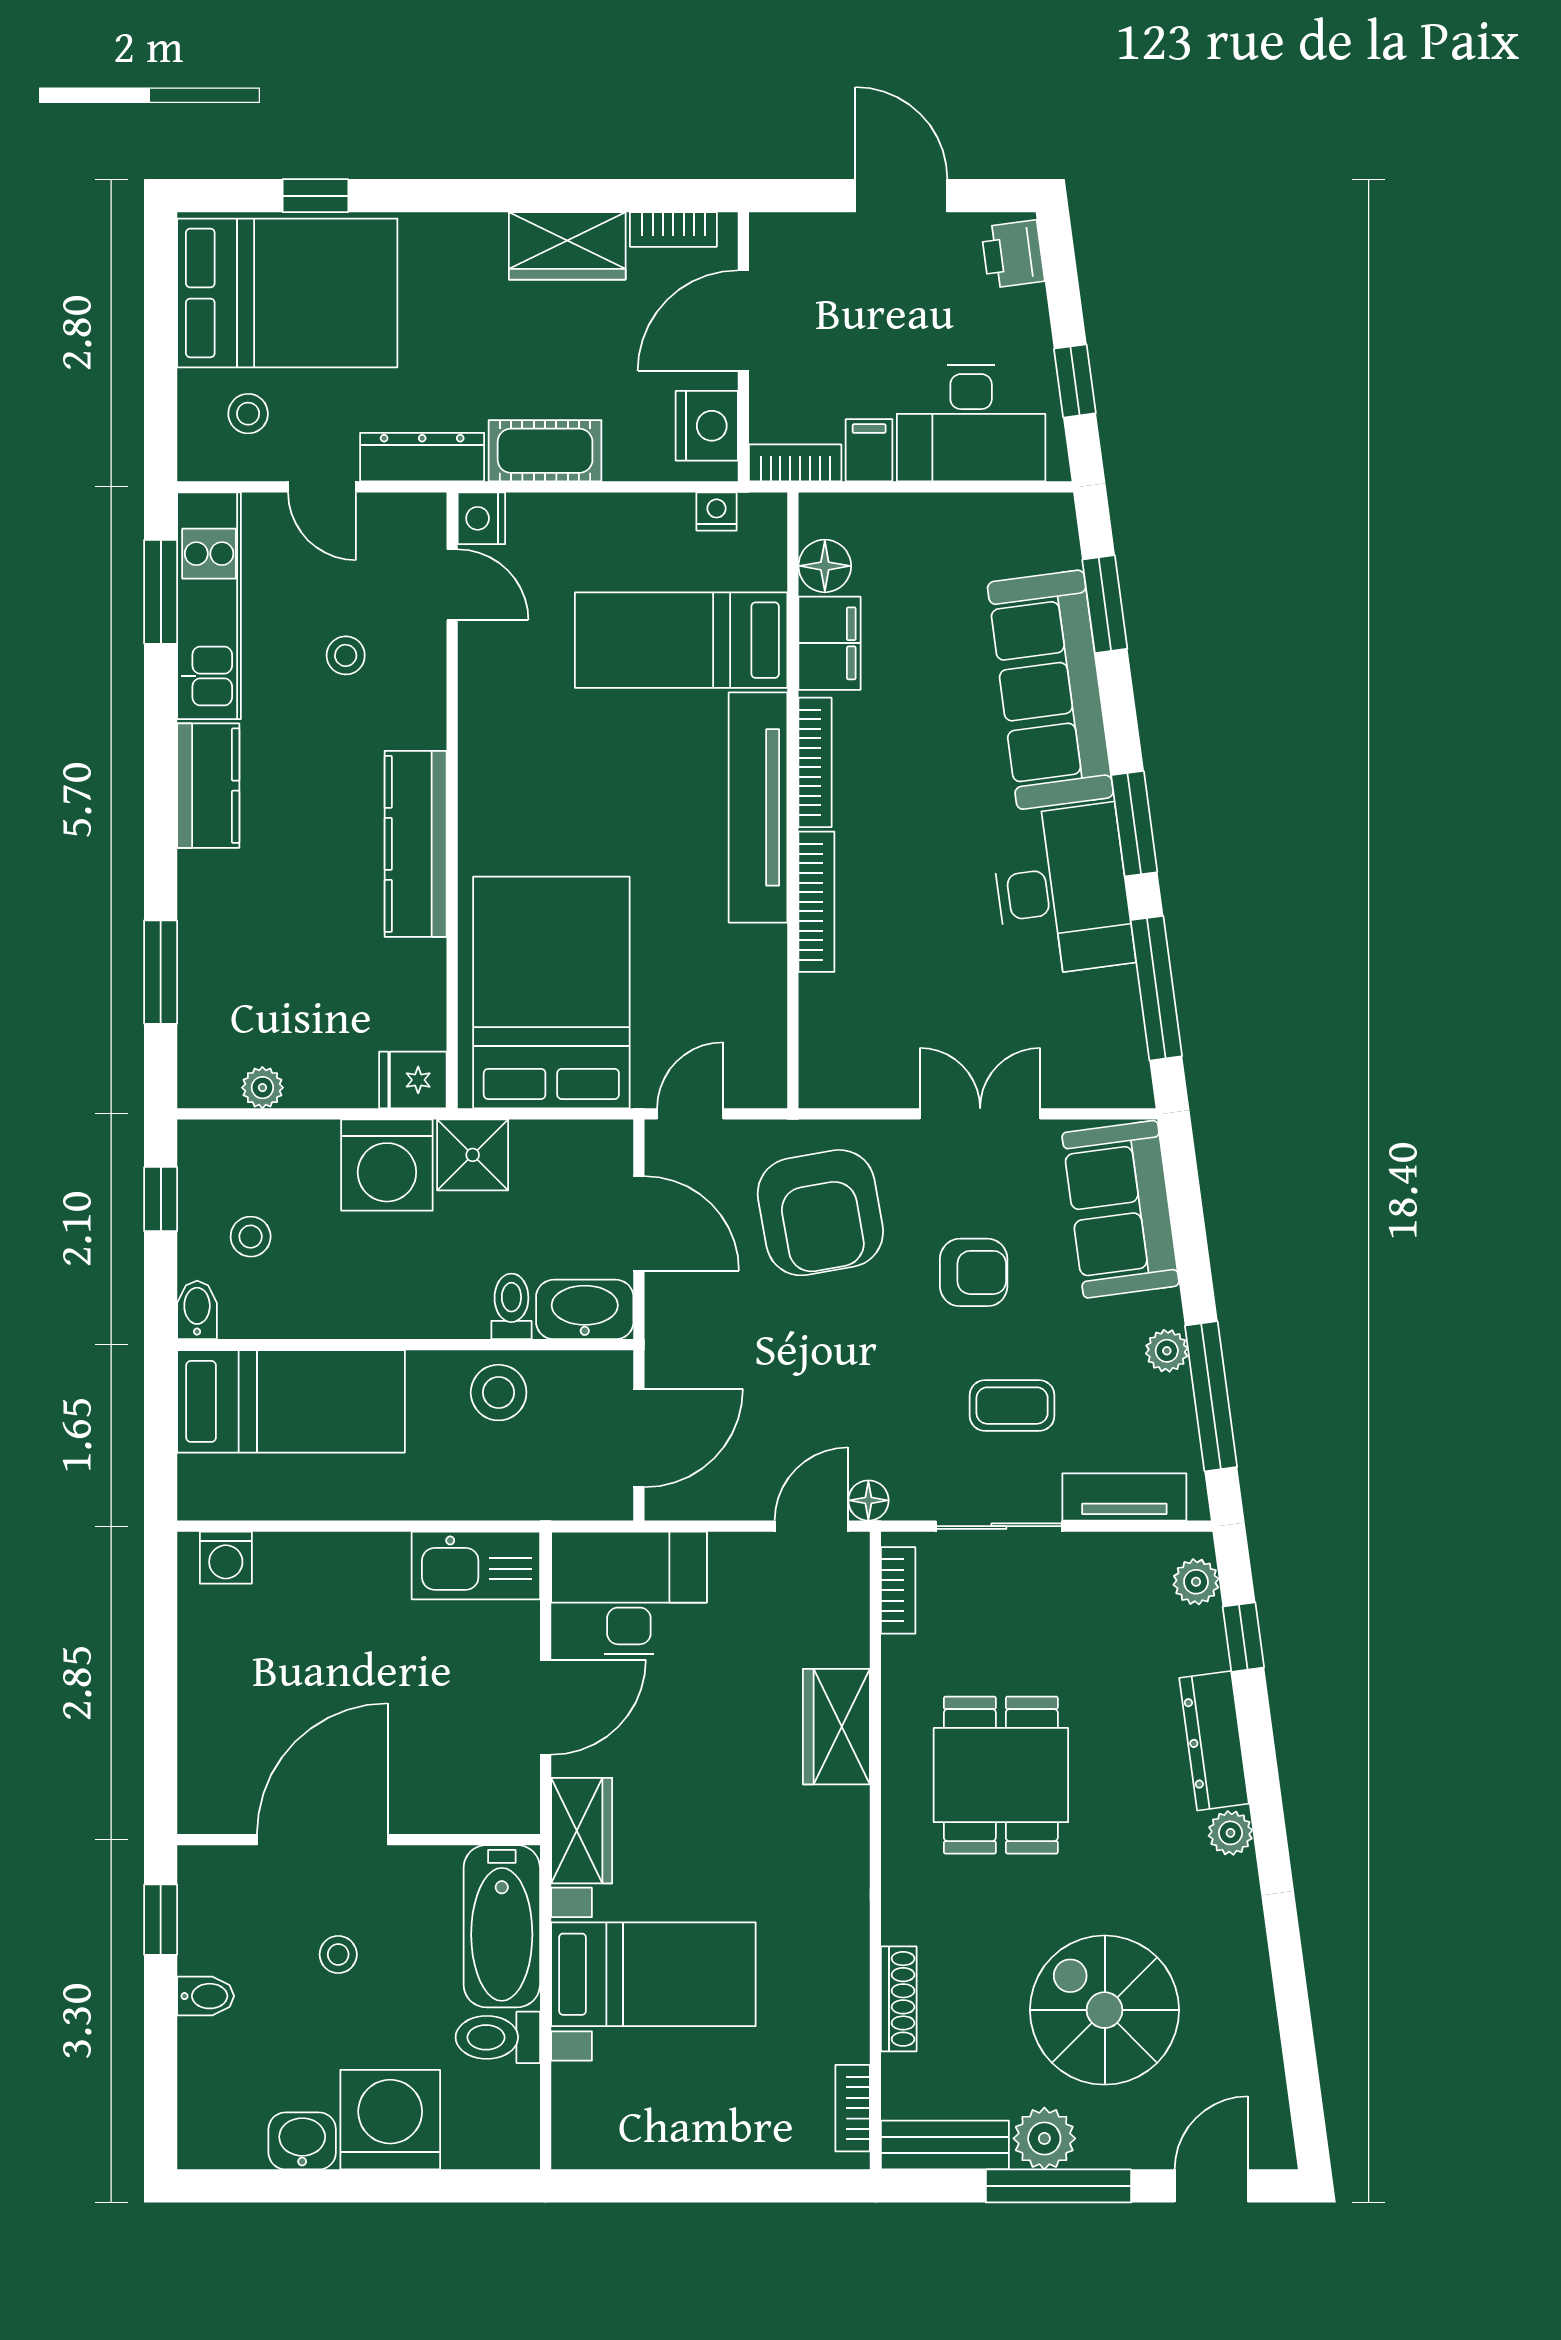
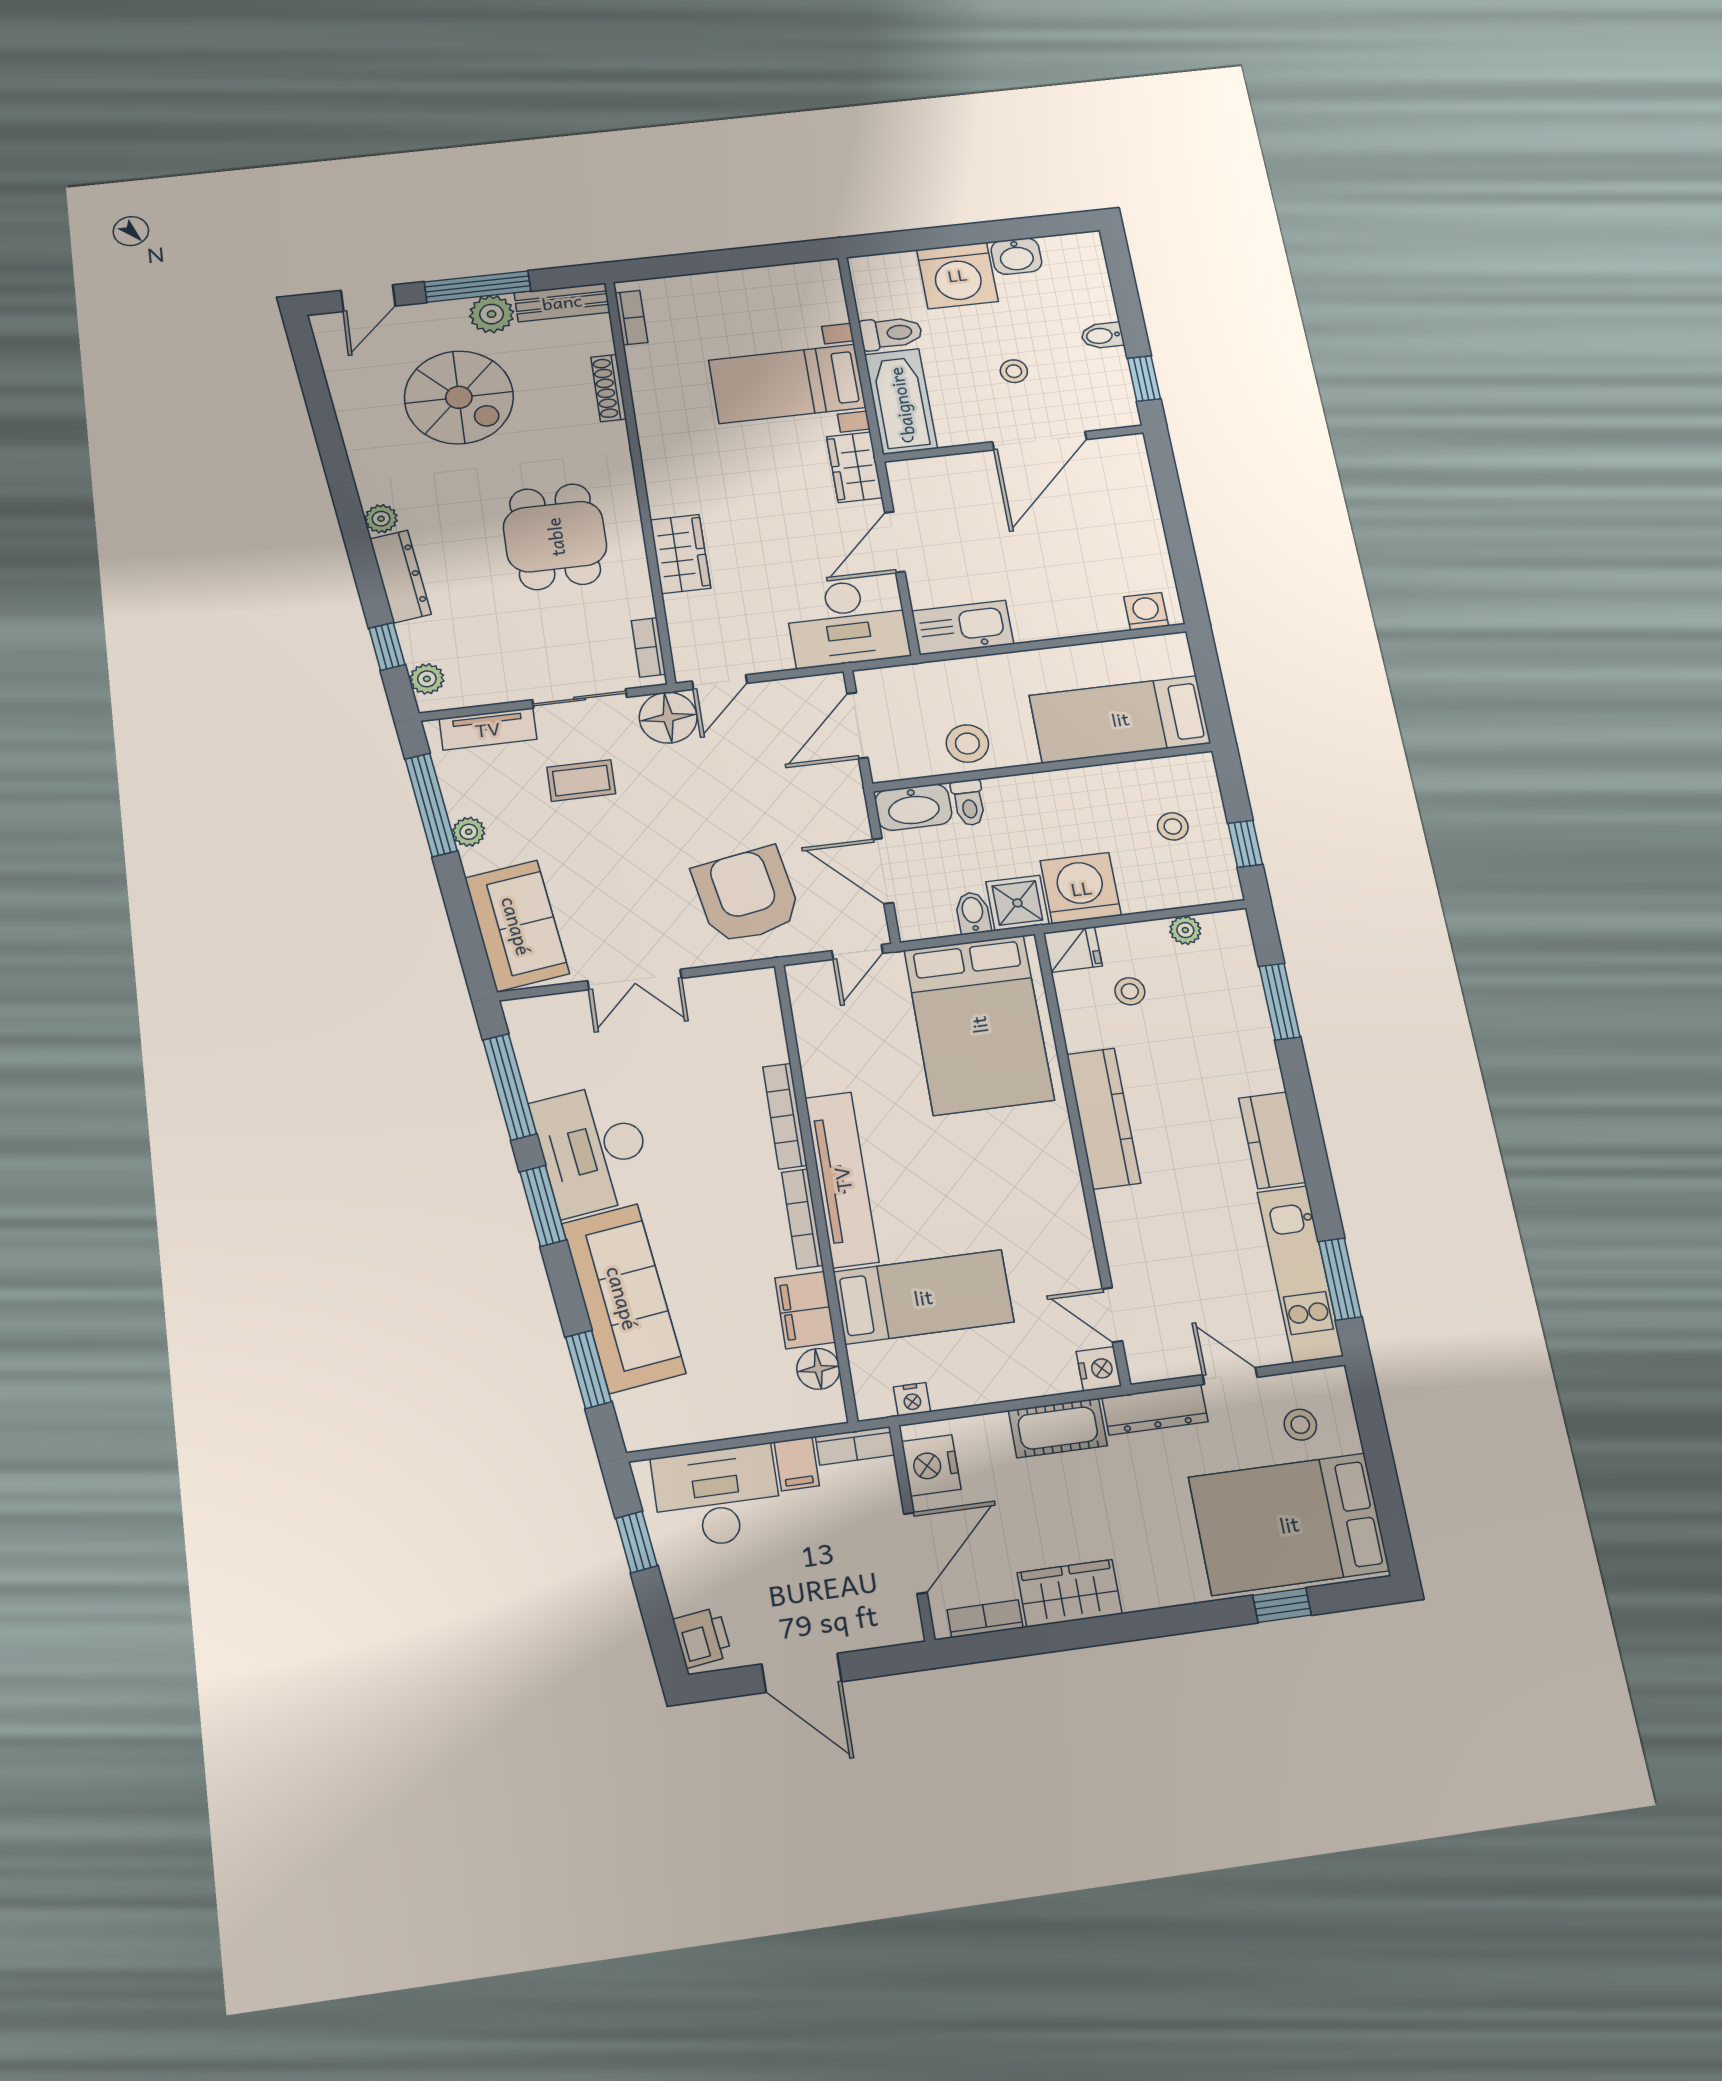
stool: (346, 655) -> (1130, 991), moved
armchair: (974, 1272) -> (623, 868), removed
bidet: (197, 1310) -> (973, 913), moved, turned 180
floor lamp: (868, 1500) -> (668, 718), width x1.89, depth x1.89

